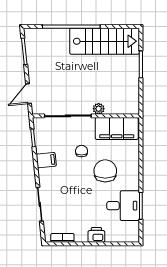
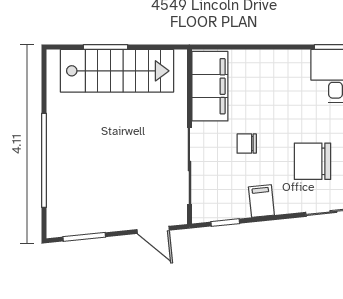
stairs: (105, 41) -> (117, 71), moved, turned 90
plant: (99, 109) -> (178, 116), removed
chair: (105, 171) -> (312, 161), moved

